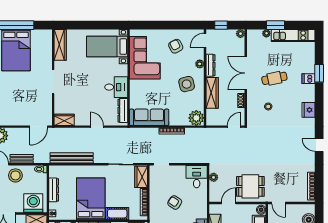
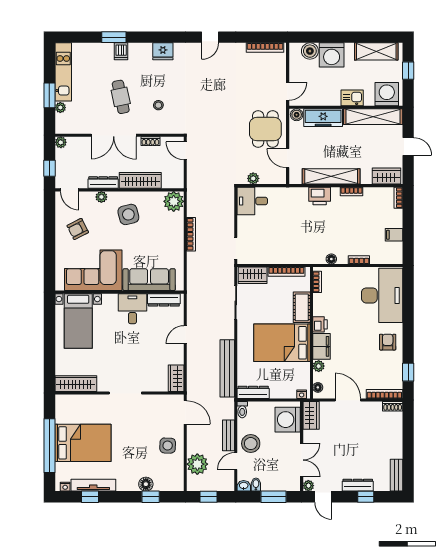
side table: (14, 113) -> (168, 446), added
sofa: (149, 117) -> (149, 280), moved, turned 90
dresser: (54, 190) -> (253, 392), moved
armchair: (175, 202) -> (287, 230), removed

